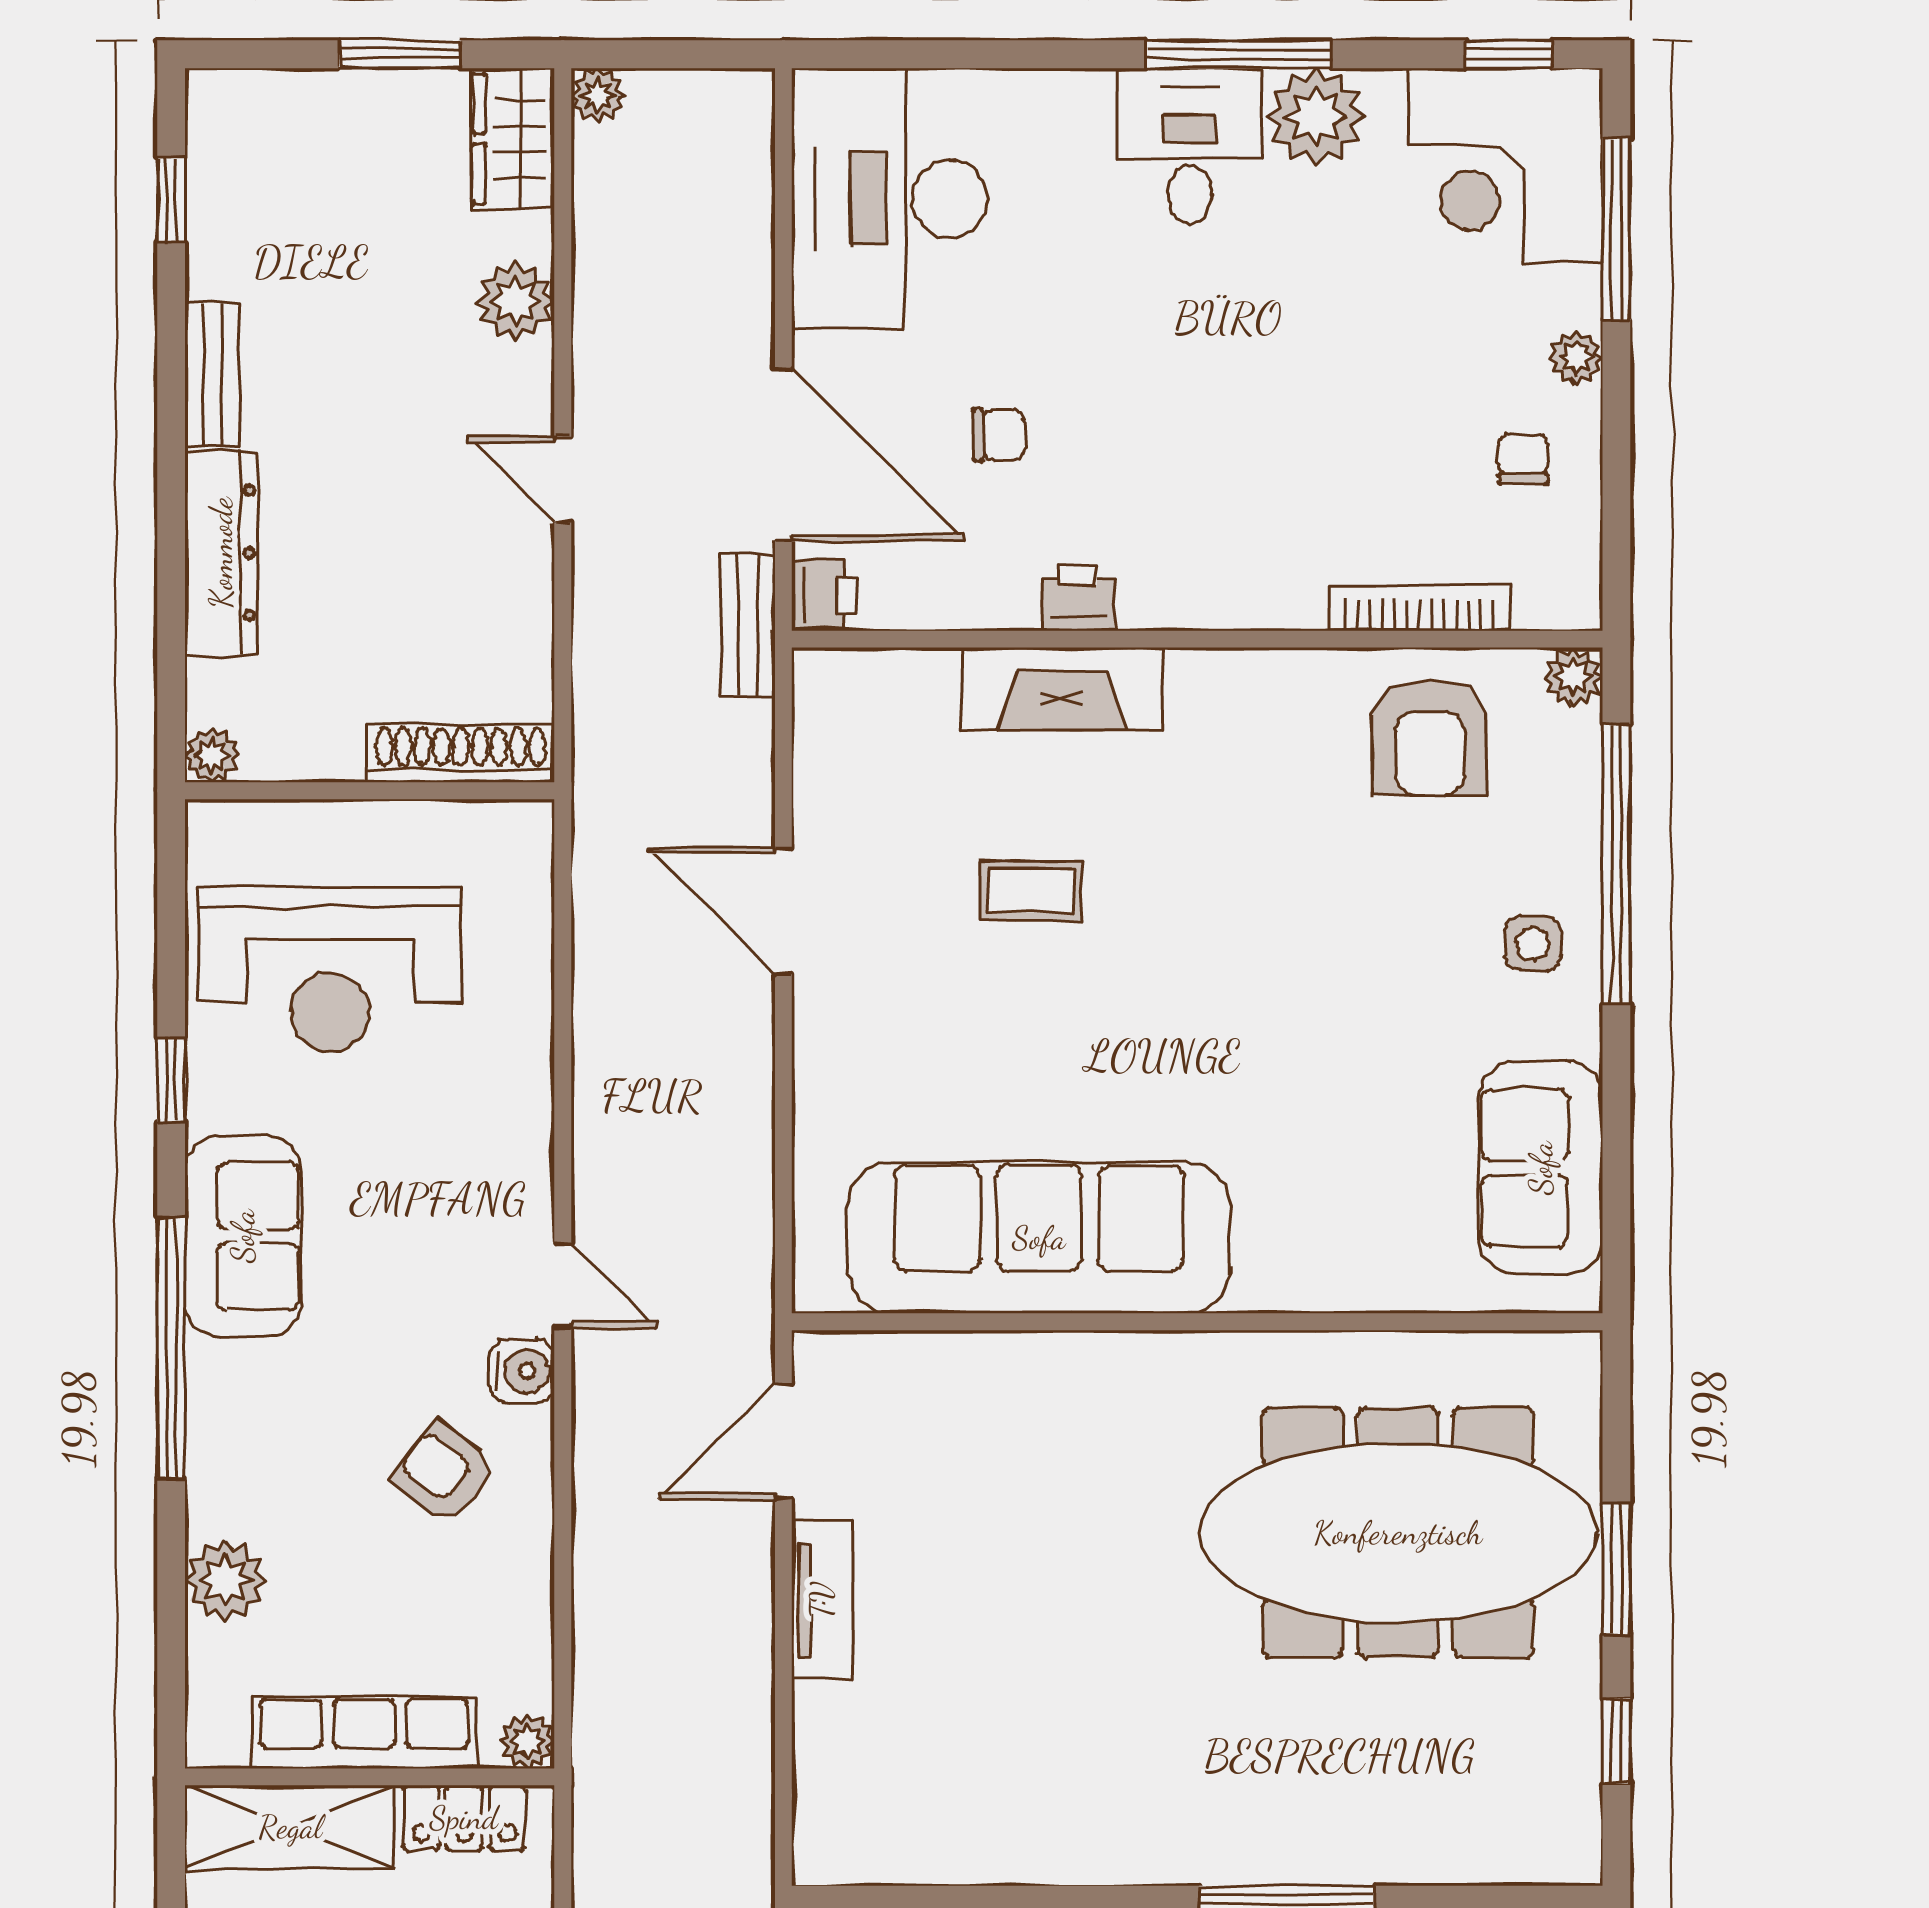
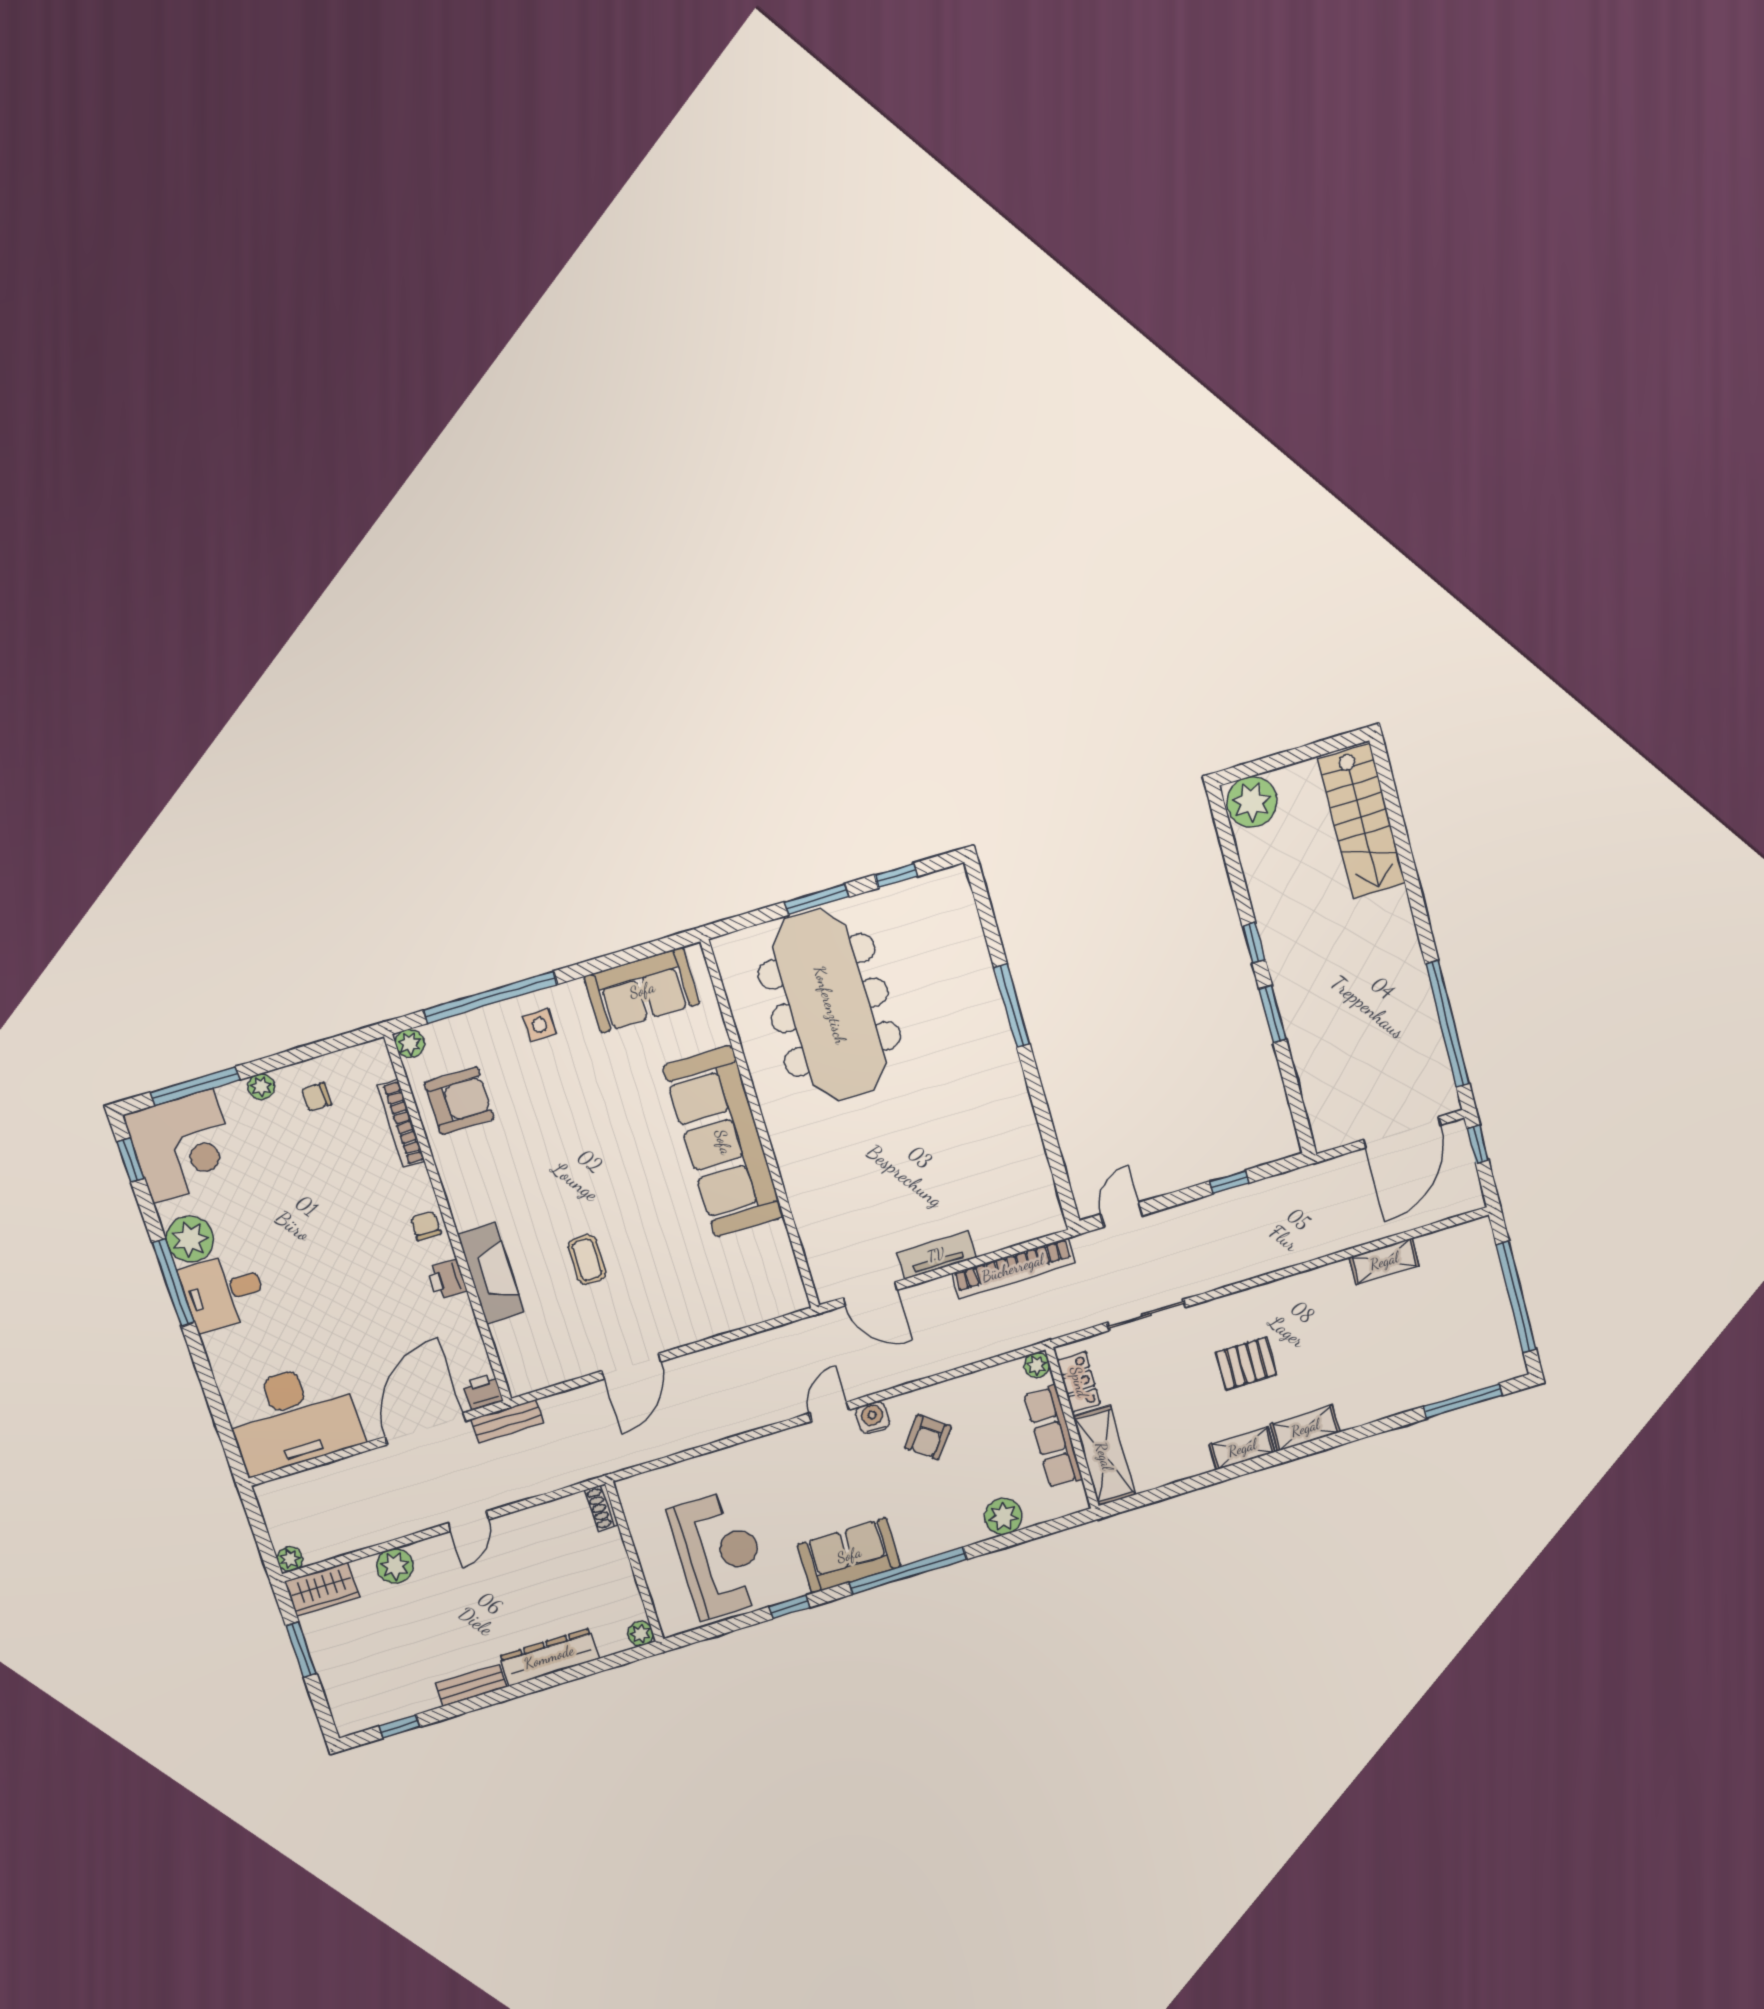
chair: (999, 435) -> (426, 1226), moved
shoe rack: (461, 754) -> (602, 1508), width x0.51, depth x0.81
sofa: (1039, 1238) -> (723, 1142), moved
bookcase: (746, 1750) -> (1013, 1268), added

